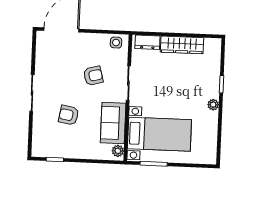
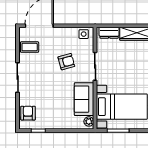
coffee table: (48, 56) -> (30, 47), added
armchair: (69, 115) -> (28, 113), moved, turned 80

